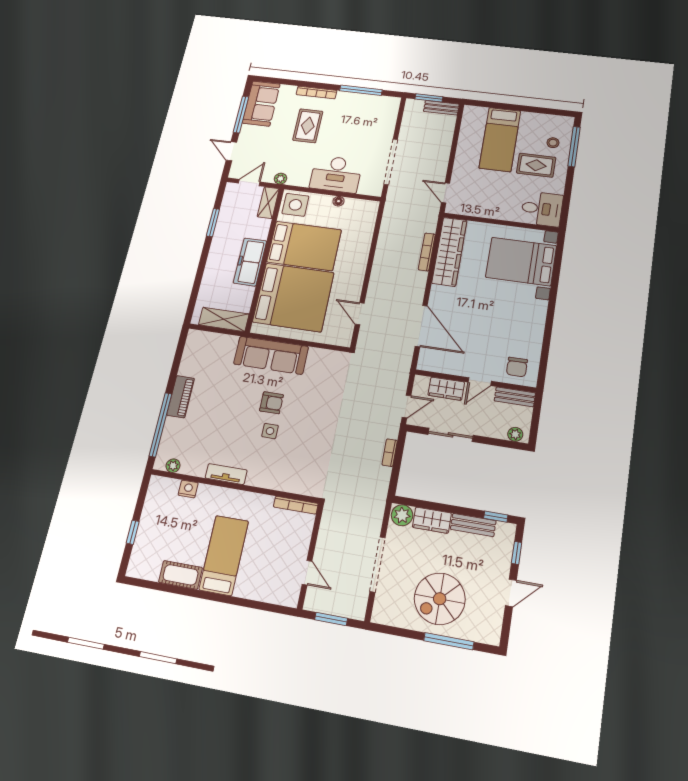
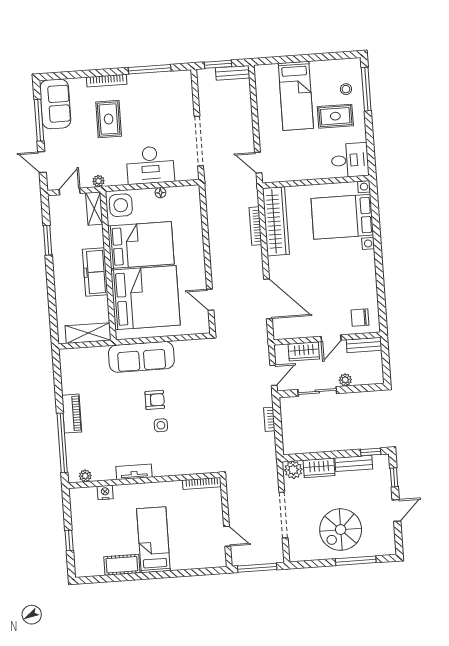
chair: (517, 367) -> (360, 318), turned 90
plant: (515, 434) -> (345, 380), moved
window: (331, 619) -> (257, 568), width x1.44

